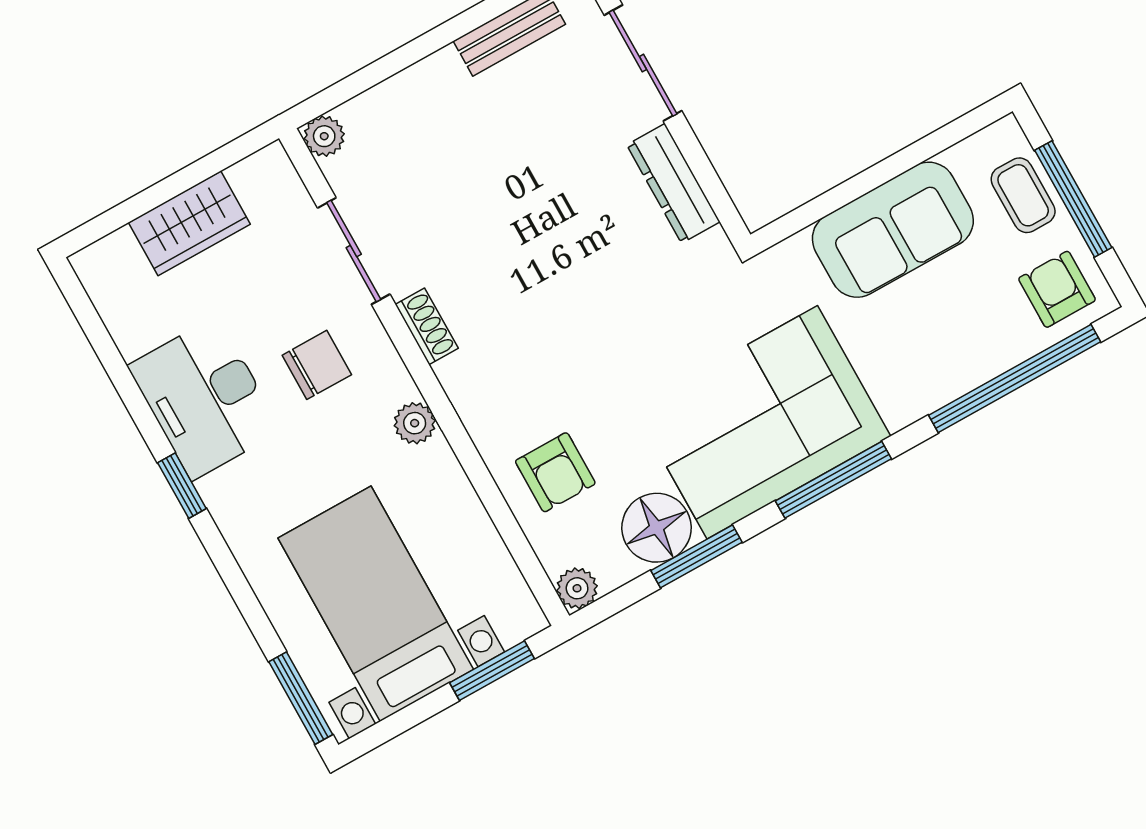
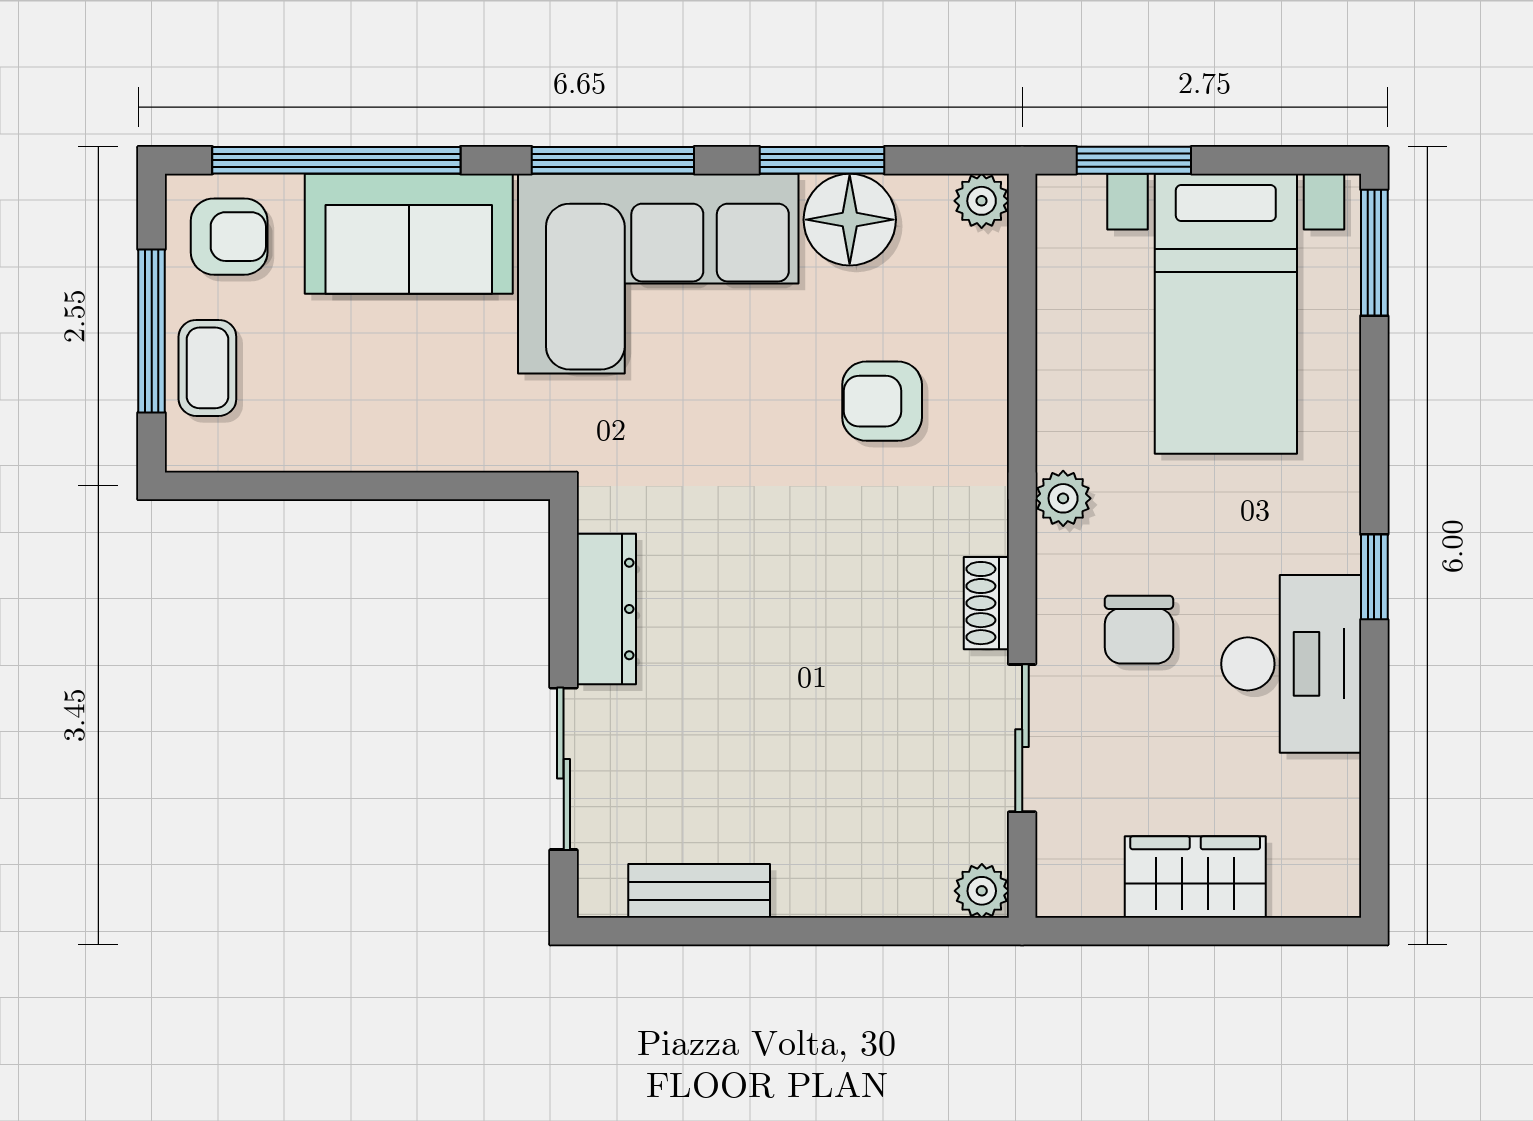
sofa: (893, 230) -> (409, 234), moved, turned 180
armchair: (1057, 289) -> (229, 237), turned -90
chair: (317, 365) -> (1139, 630), turned -90
armchair: (555, 472) -> (882, 401), moved, turned -90

